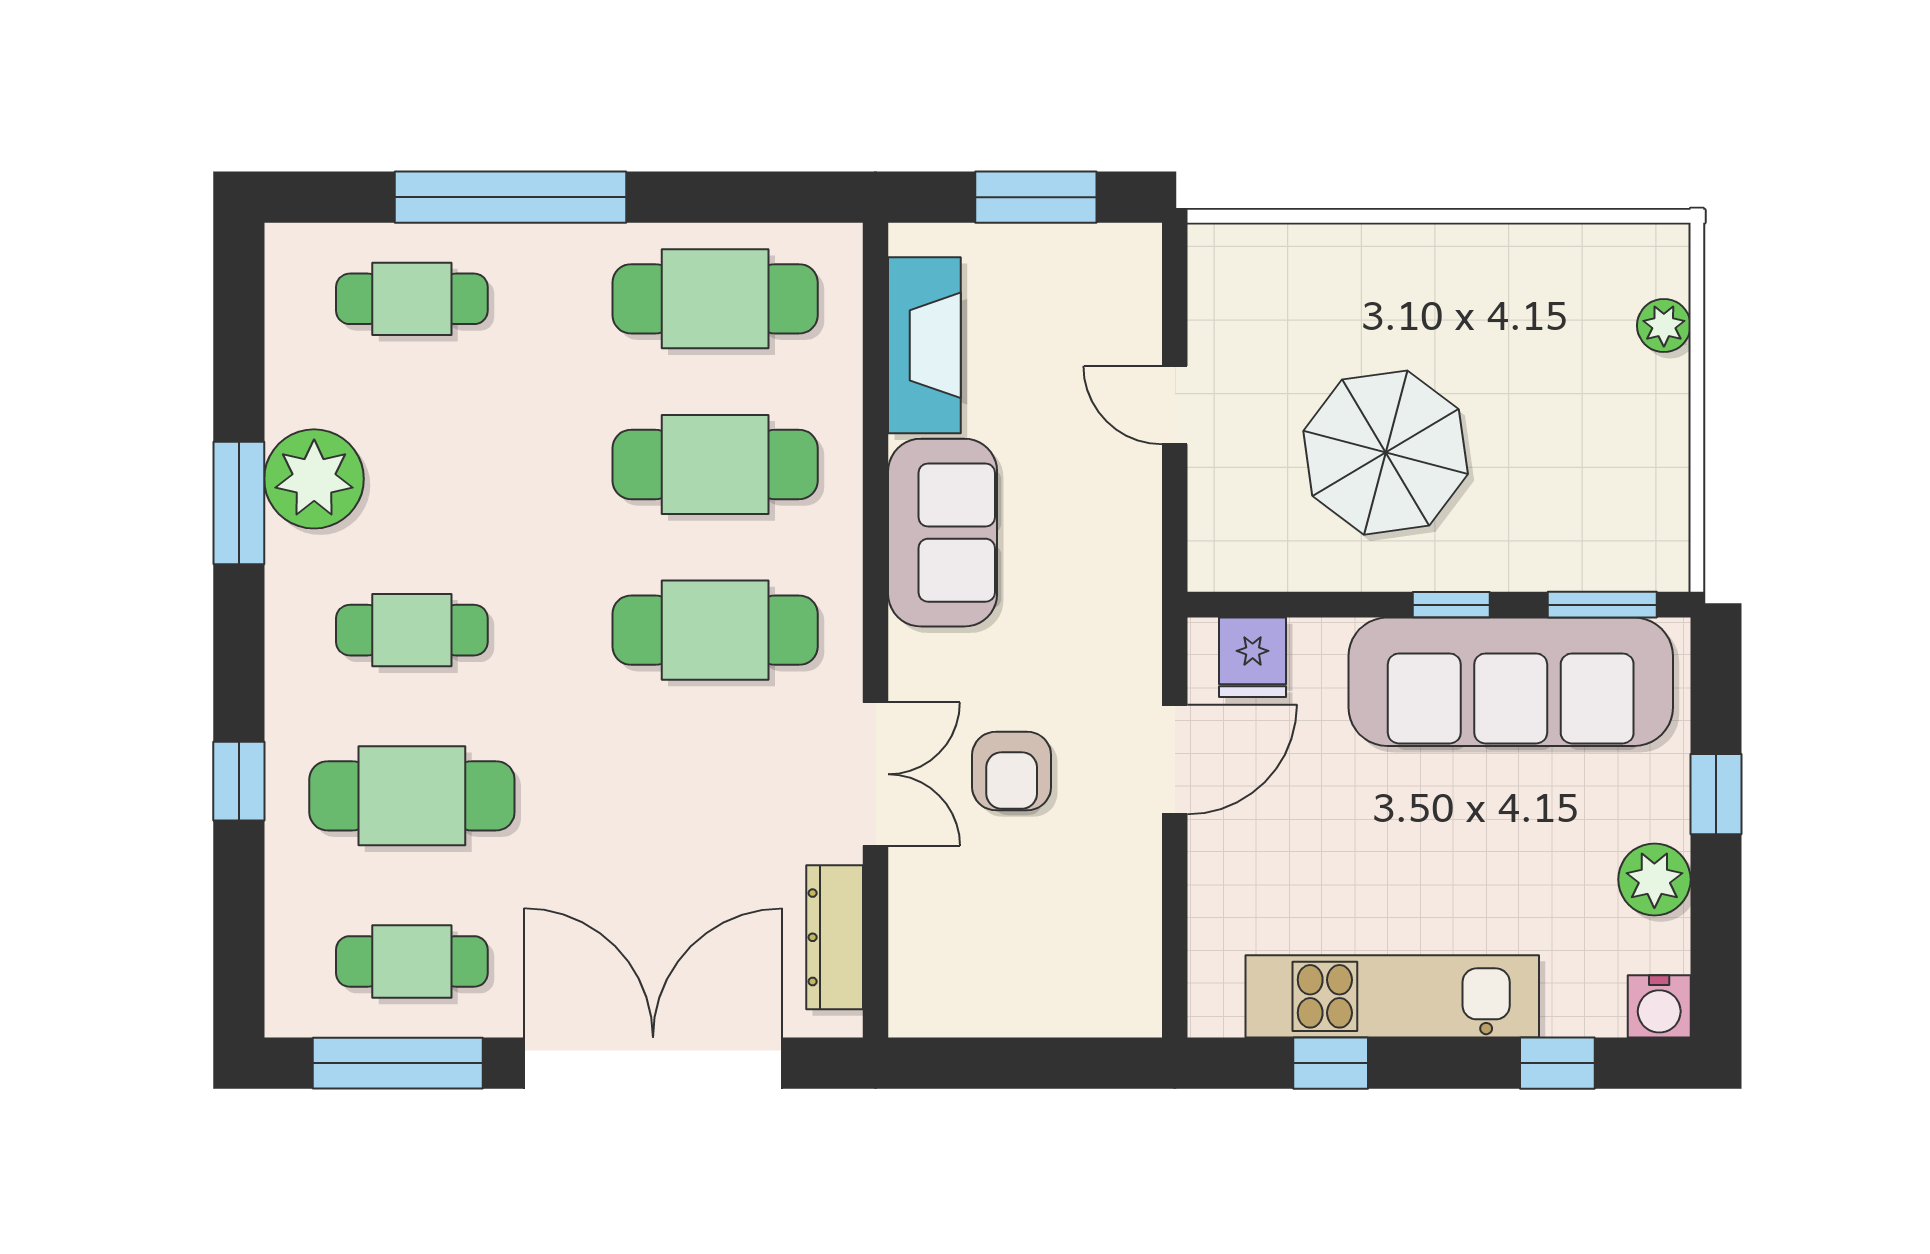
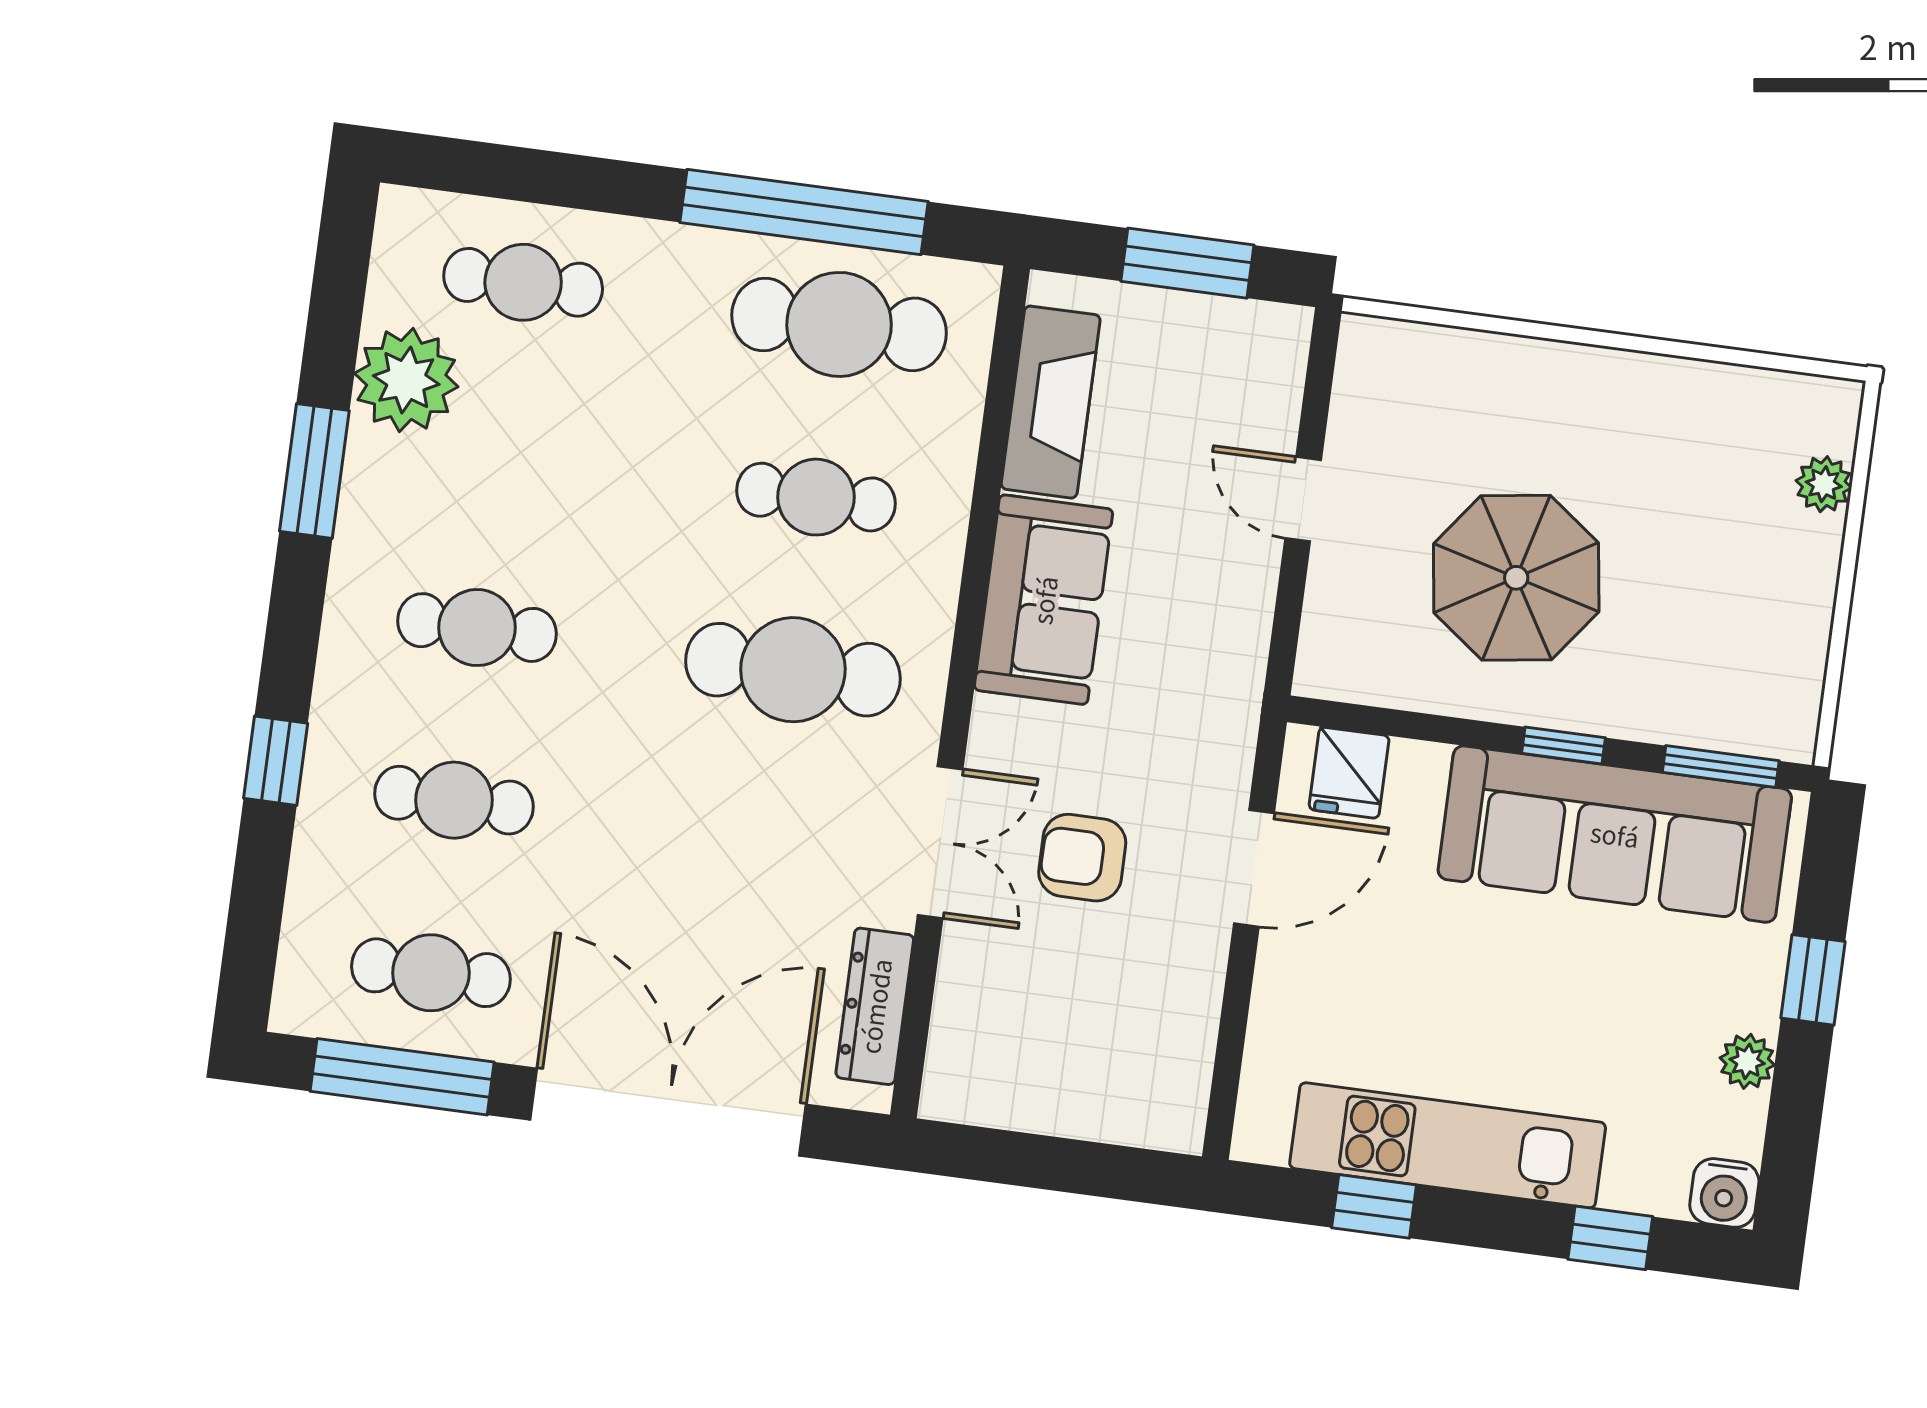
window: (510, 197) -> (804, 212), moved
cafe table: (715, 464) -> (816, 497), width x0.73, depth x0.74
plant: (314, 479) -> (406, 380), moved
armchair: (1012, 771) -> (1082, 858), turned 90
cafe table: (412, 796) -> (454, 800), width x0.73, depth x0.74
plant: (1654, 879) -> (1747, 1061), width x0.73, depth x0.73

